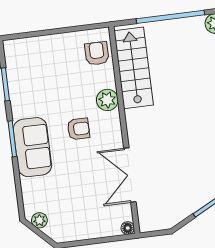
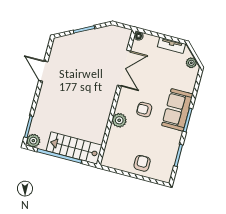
armchair: (97, 53) -> (142, 163), moved, turned 180
stairs: (134, 68) -> (74, 148), moved, turned 90
tv unit: (77, 233) -> (171, 45), added

